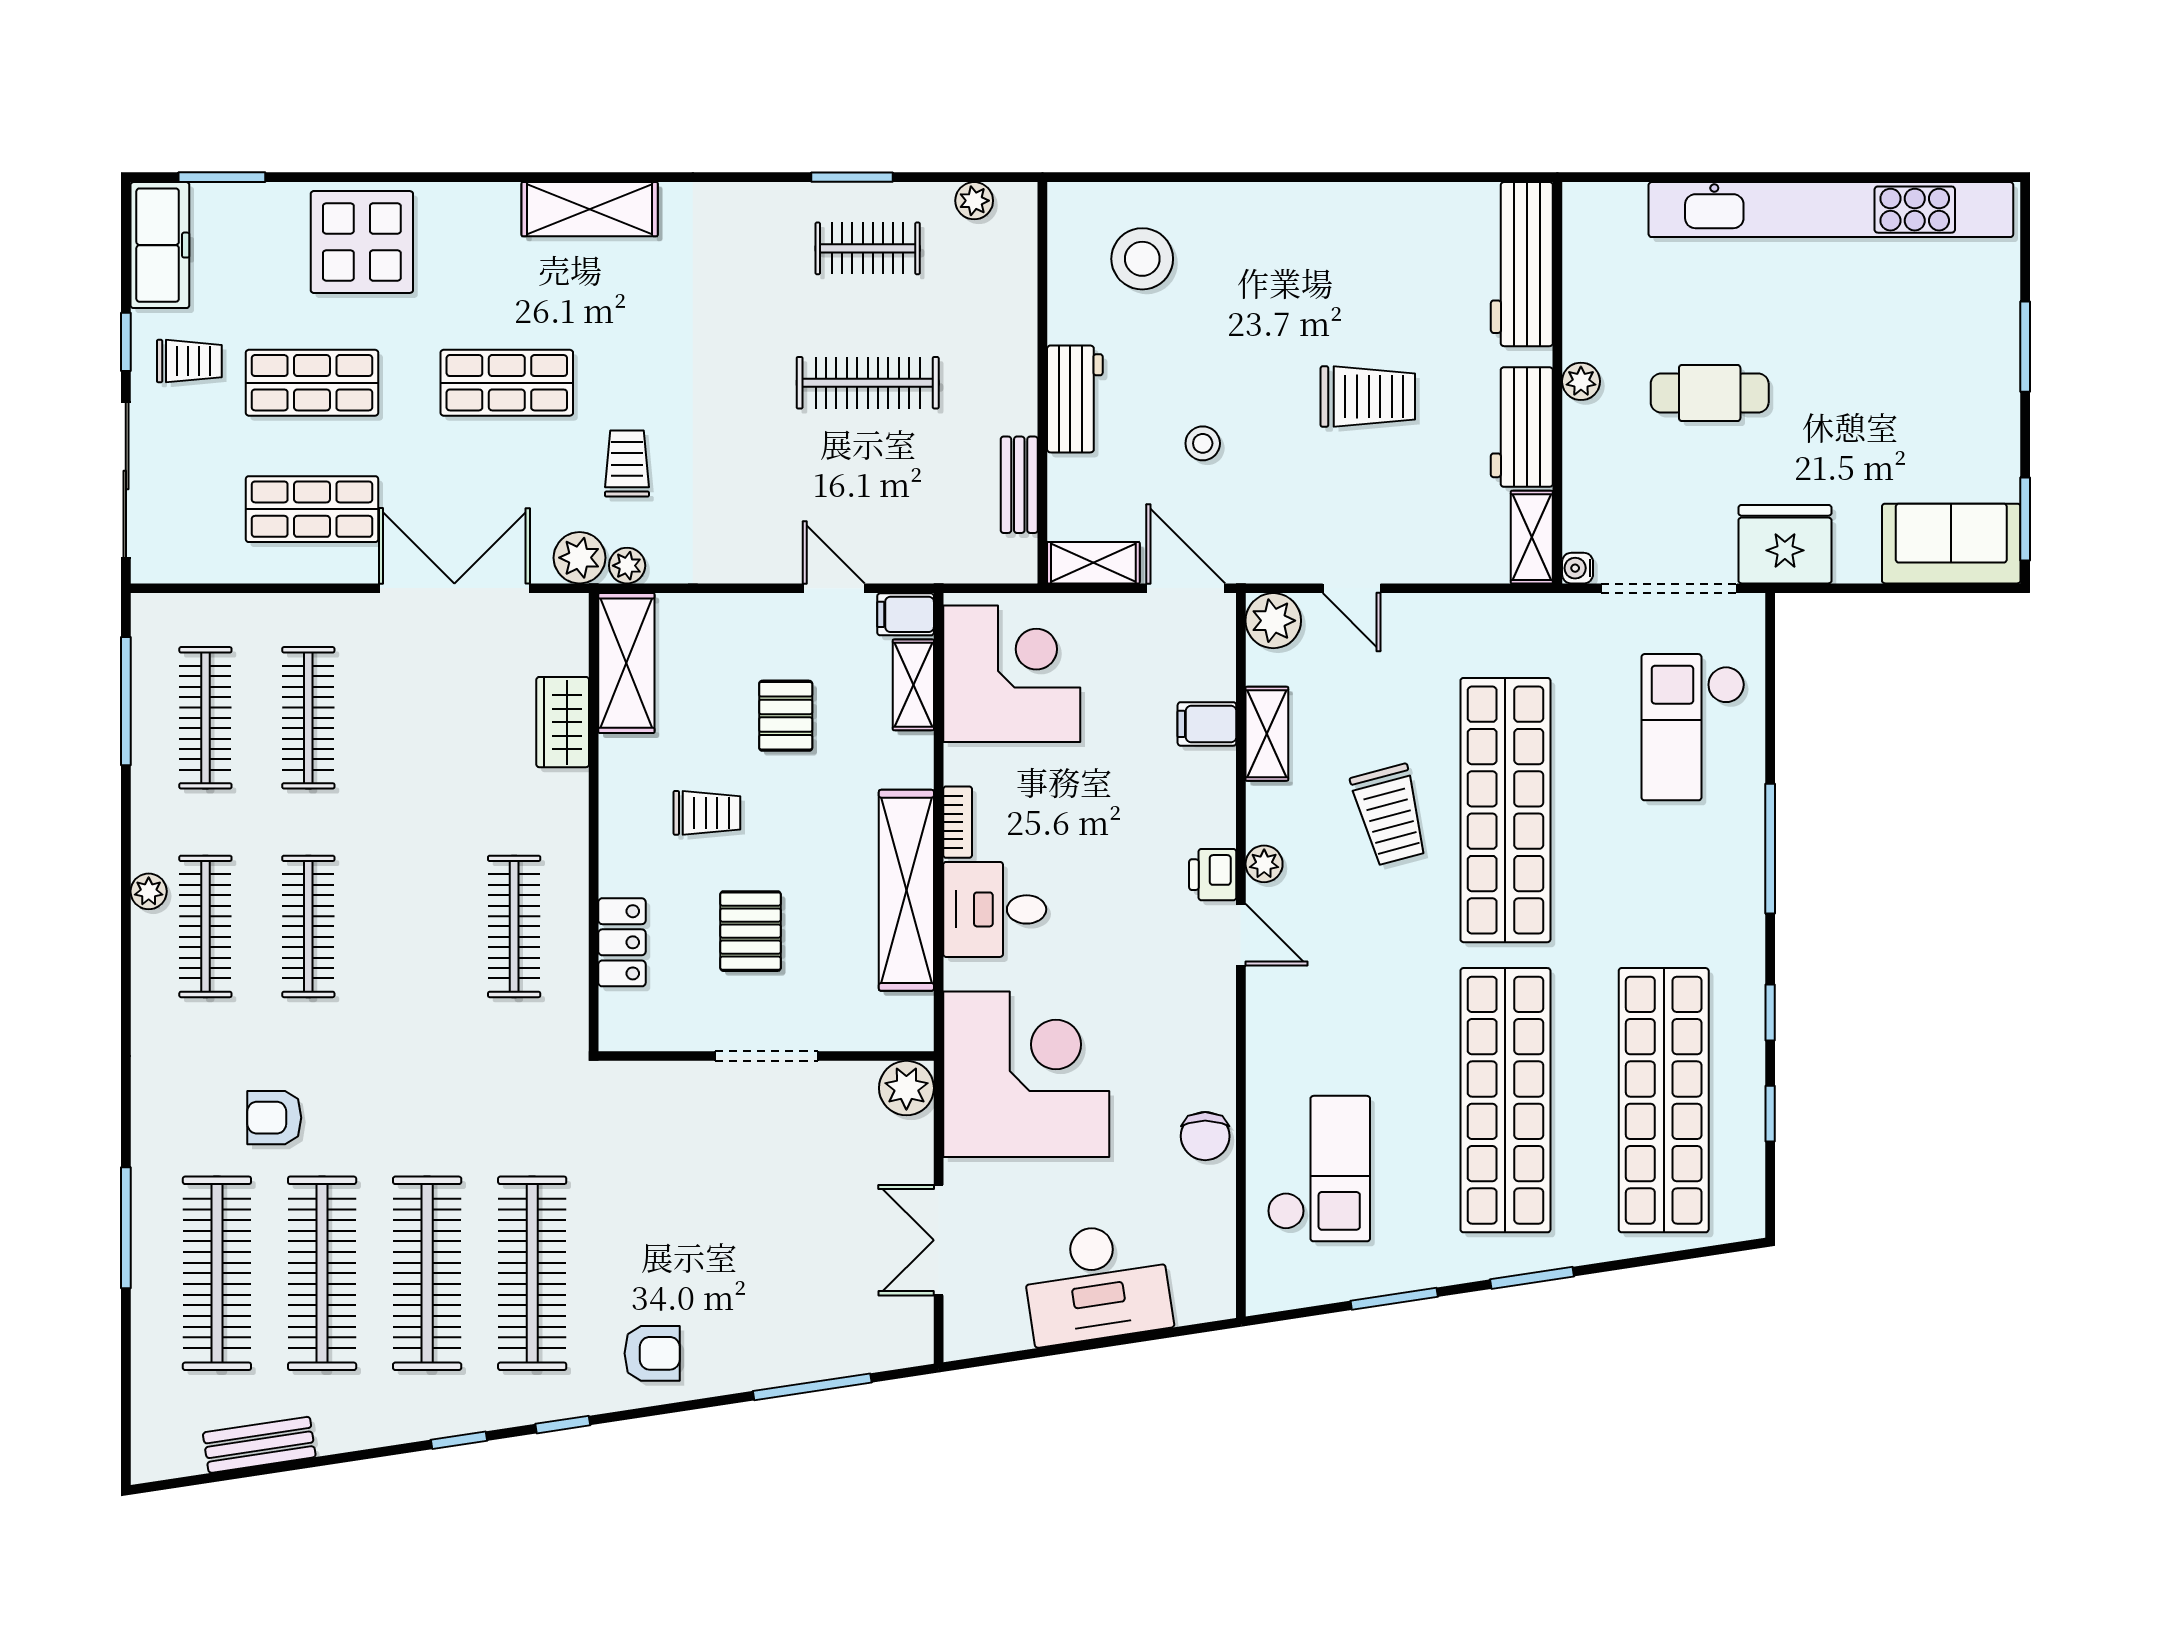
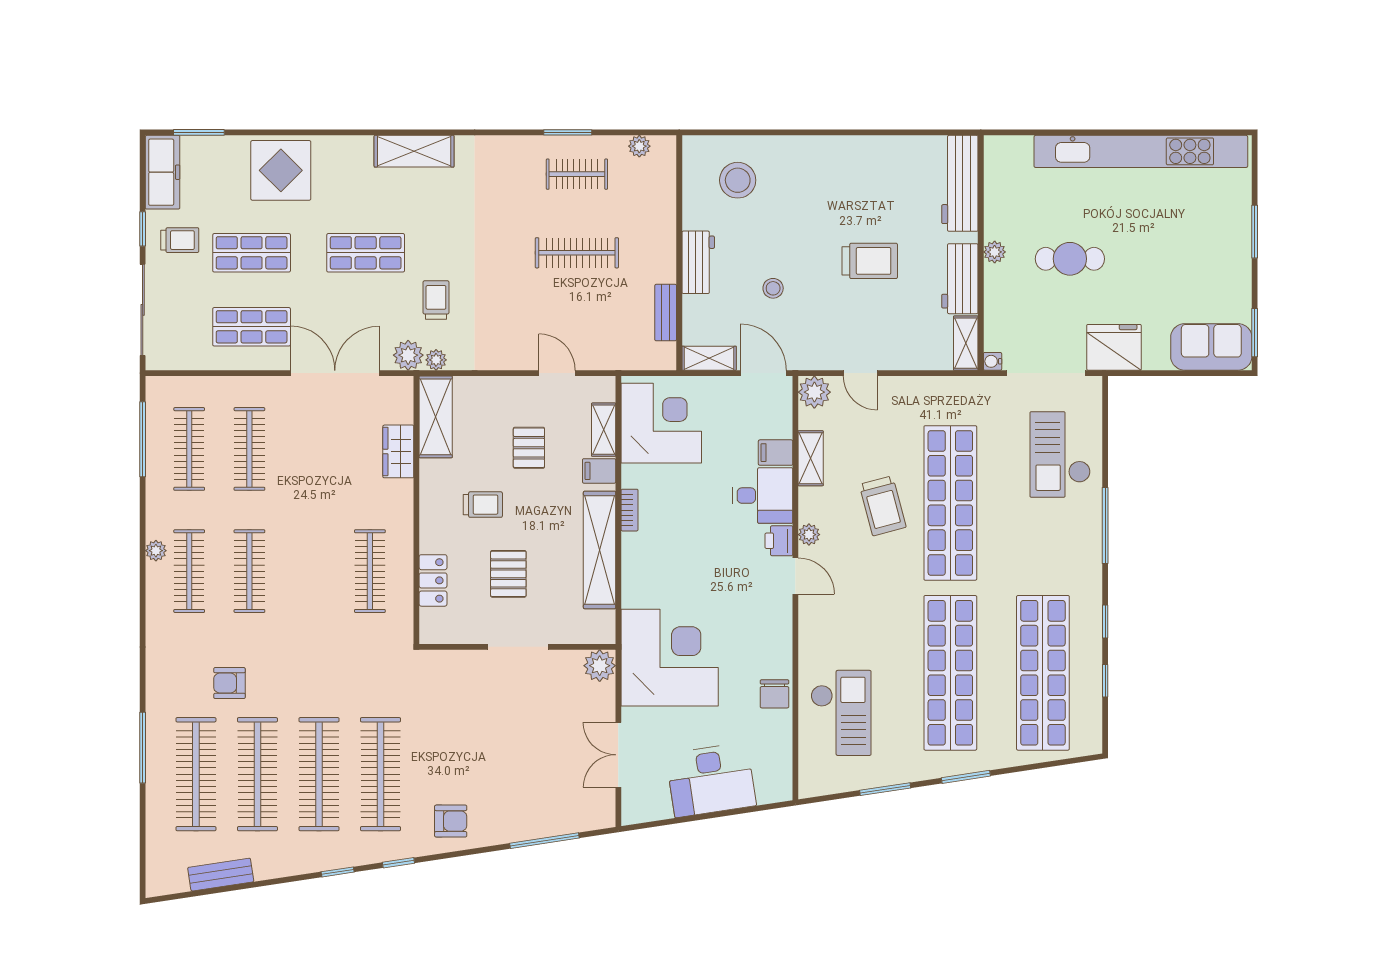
filing cabinet: (906, 614) -> (599, 471), moved
desk: (995, 909) -> (763, 496), moved, turned 180

